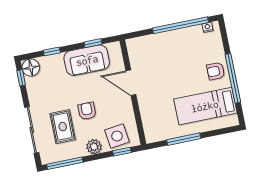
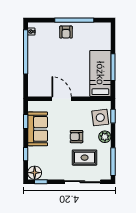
door: (131, 83) -> (62, 99), swing flipped
bed: (205, 106) -> (100, 73), moved, turned 180

